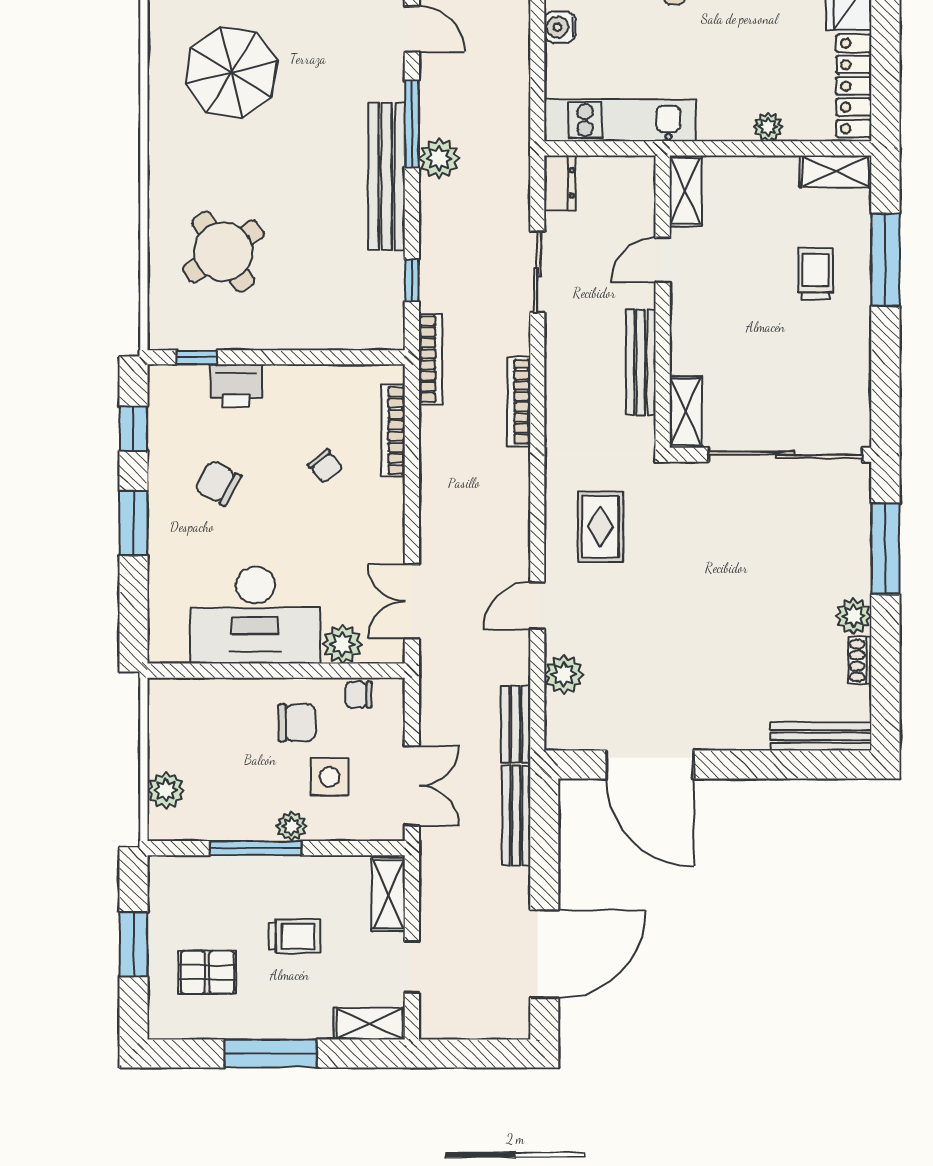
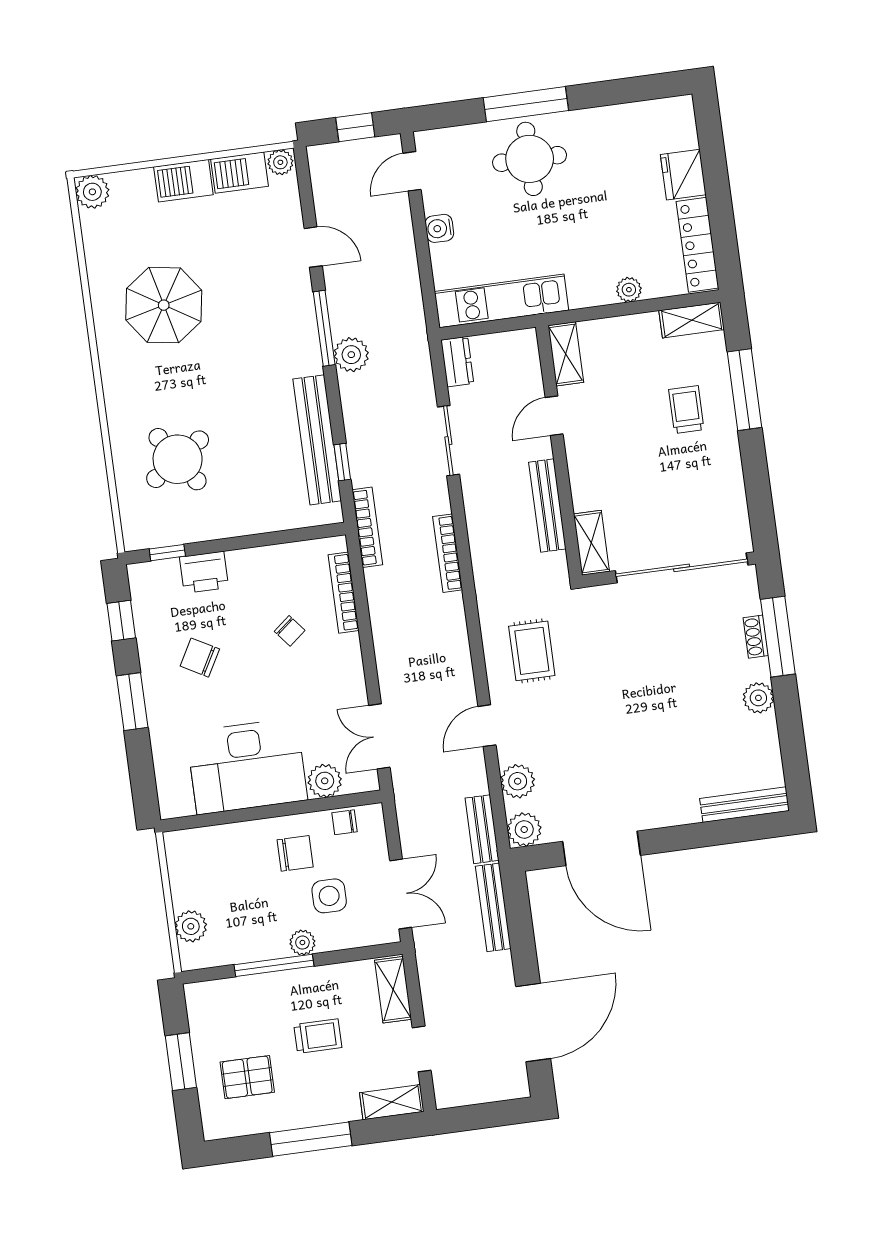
bench: (387, 176) -> (317, 440), moved
shoe rack: (860, 661) -> (756, 637), moved
plant: (564, 731) -> (524, 829), added

